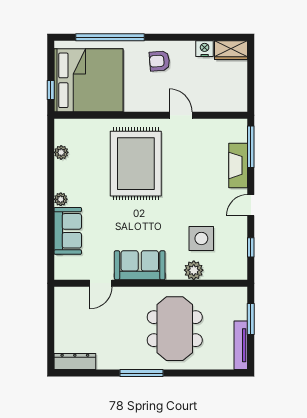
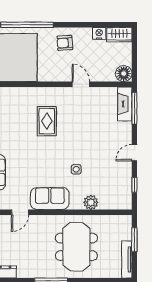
floor lamp: (237, 101) -> (124, 74), added
rug: (136, 164) -> (47, 121), width x0.54, depth x0.49
fireplace: (238, 165) -> (125, 104), moved
side table: (201, 238) -> (76, 169), moved, width x0.54, depth x0.54

